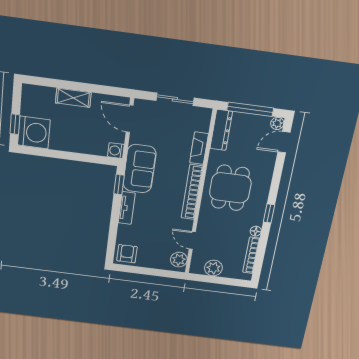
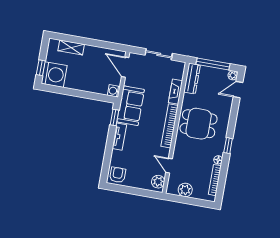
shelving: (73, 98) -> (71, 48), moved
dining table: (230, 188) -> (199, 124), turned 90

